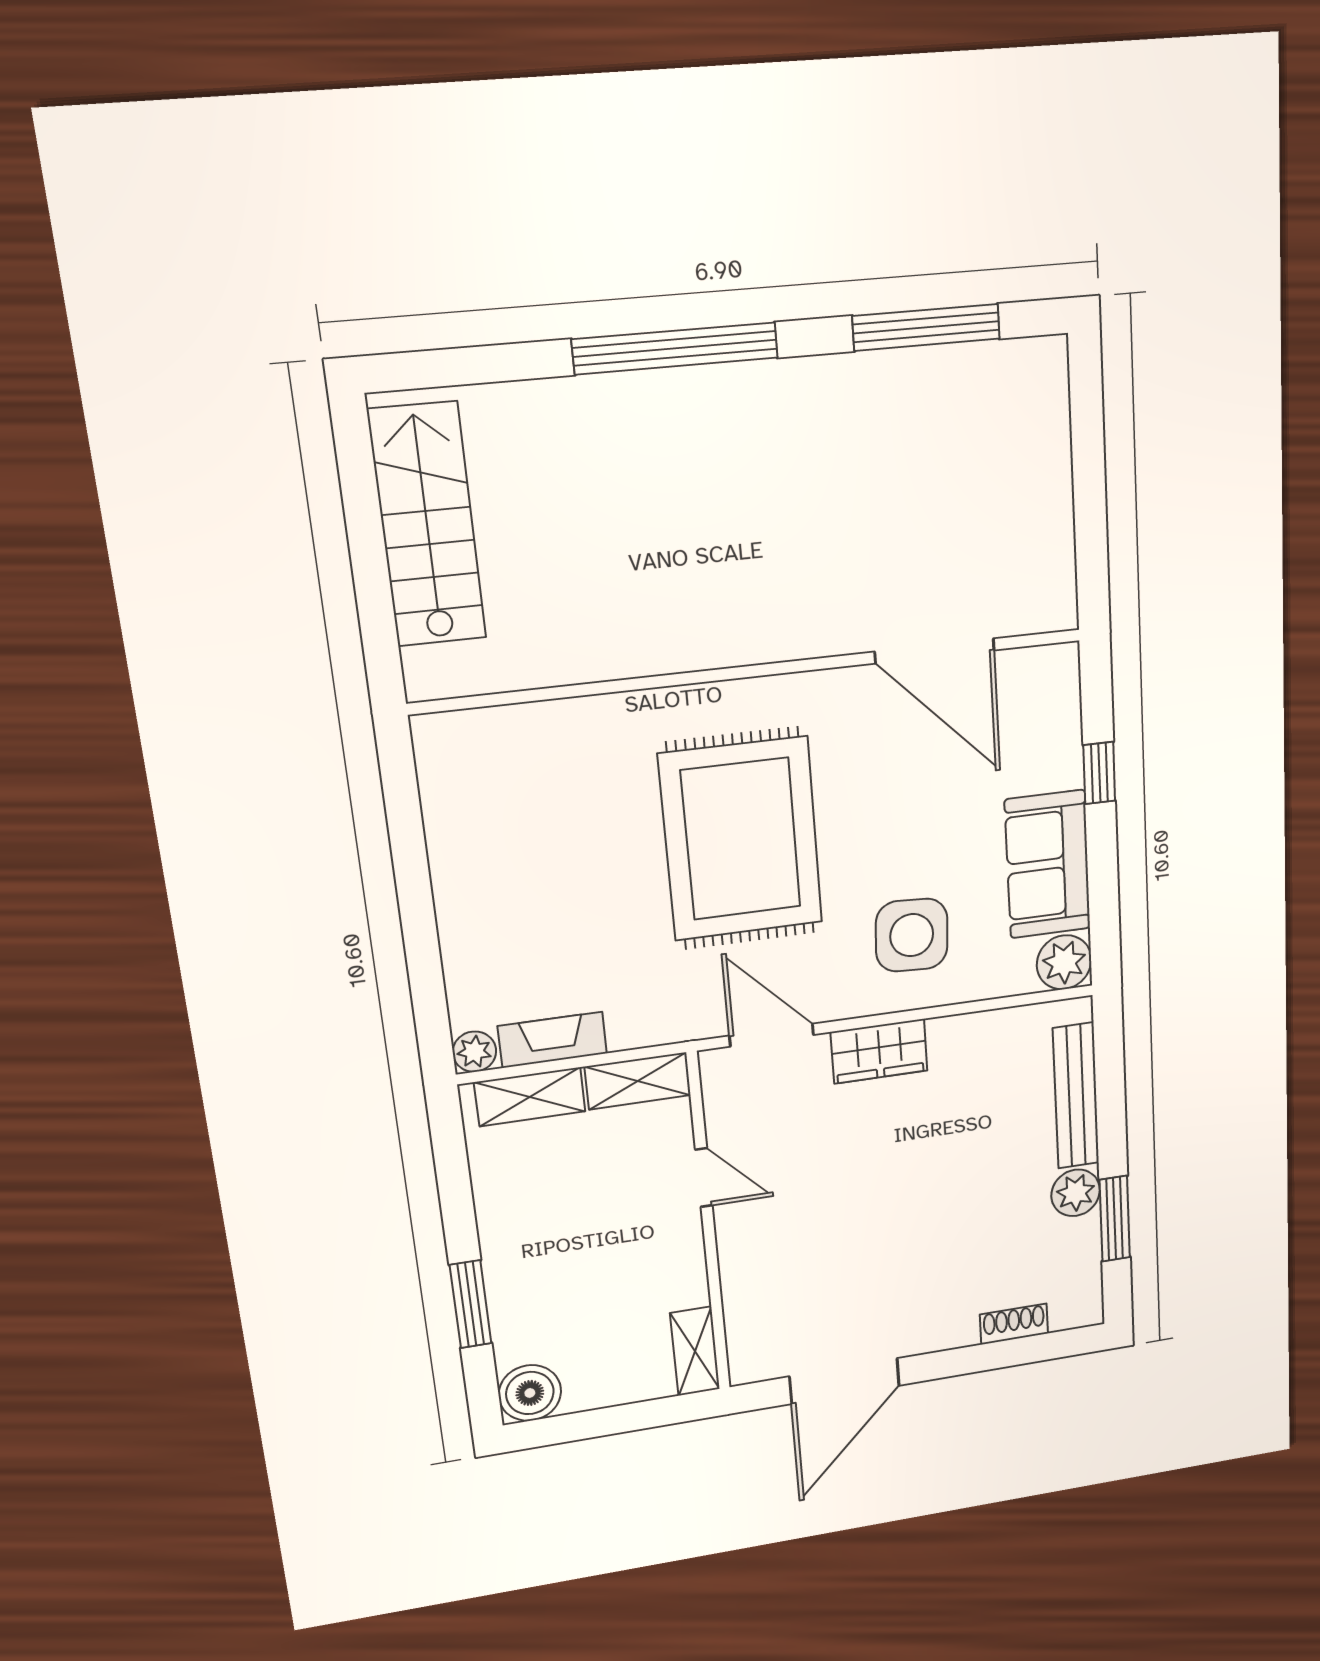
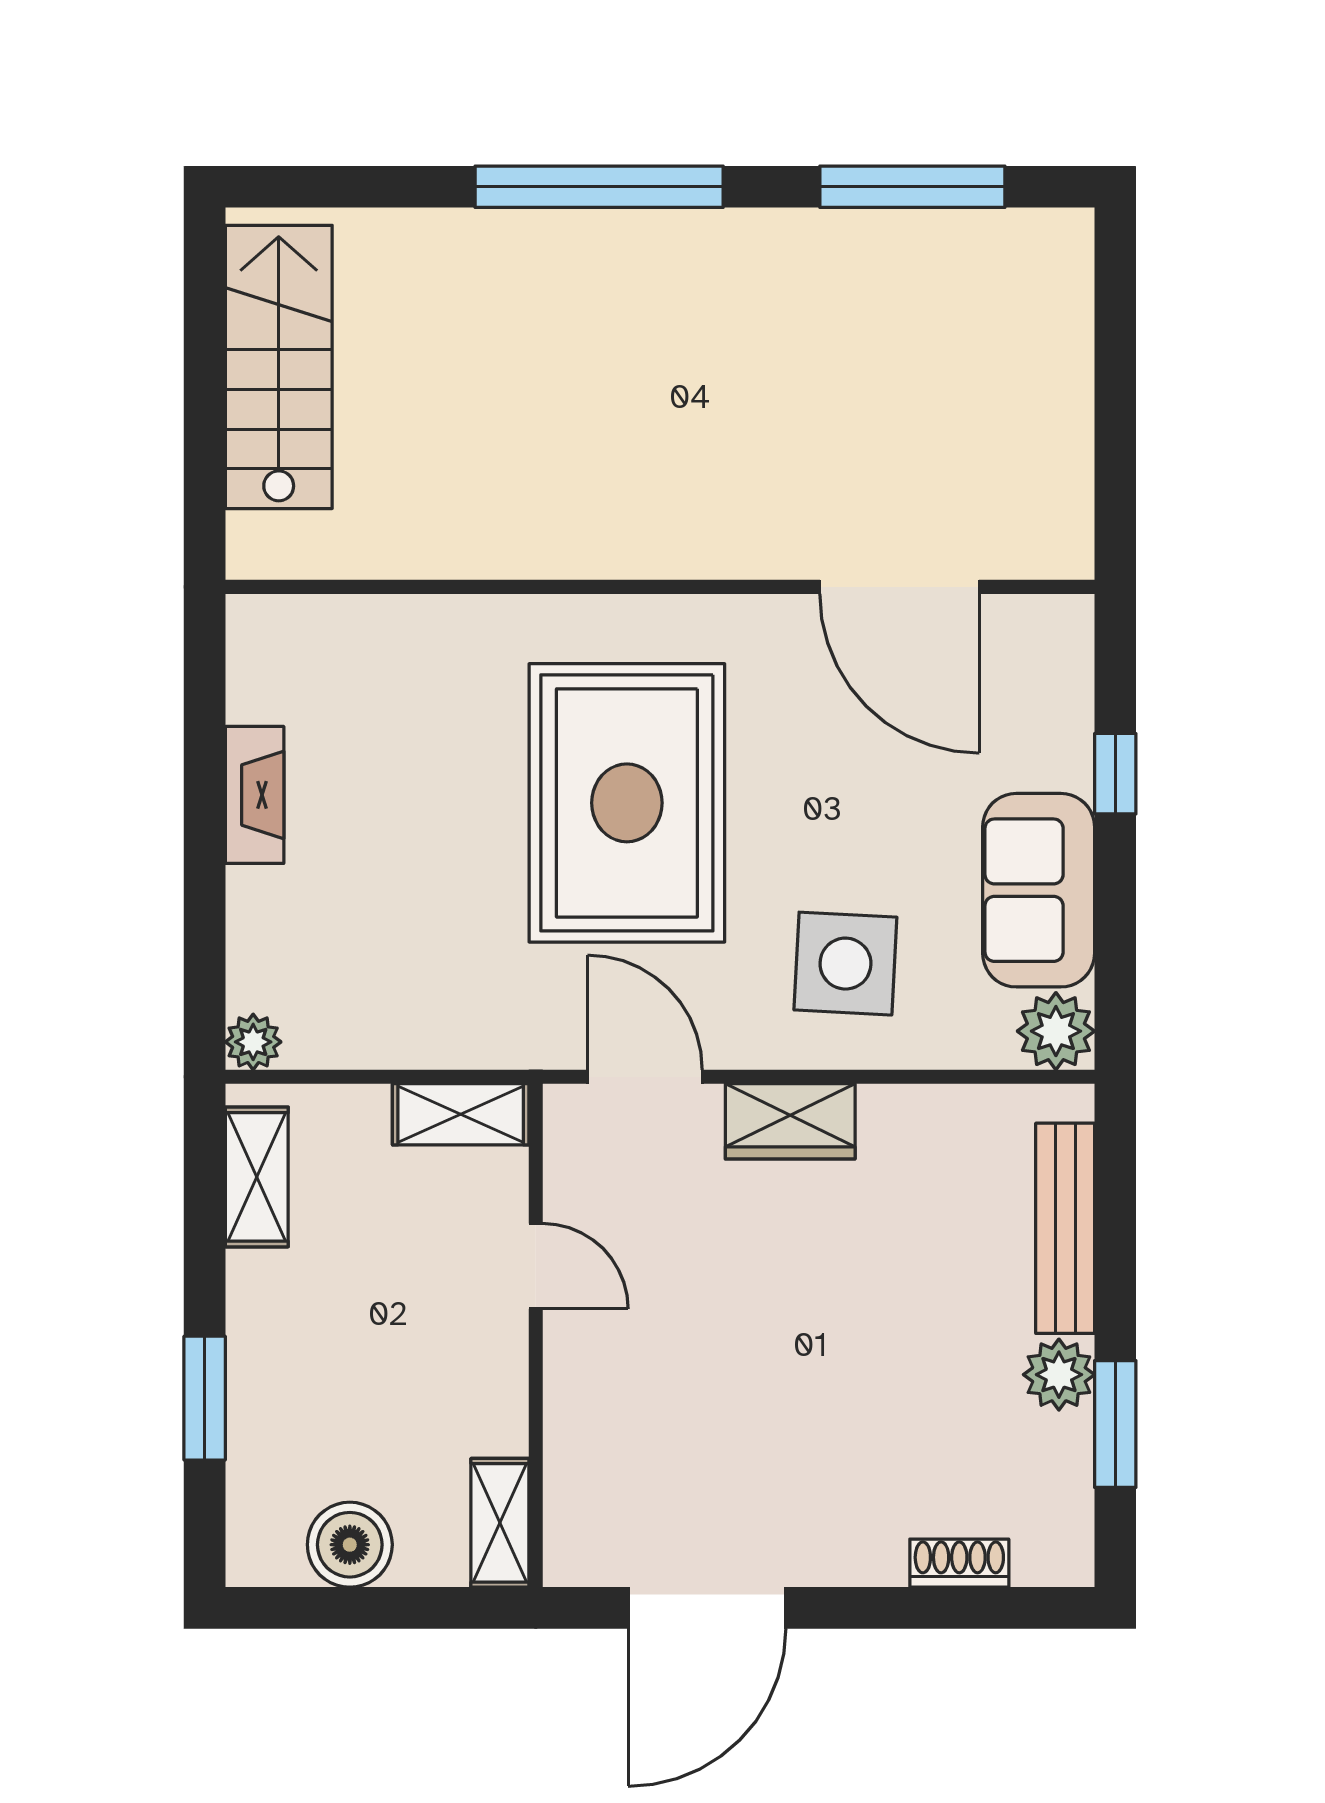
fireplace: (552, 1040) -> (255, 795), moved, turned 90
shelving: (530, 1097) -> (257, 1177), moved, turned 90
boiler: (530, 1393) -> (350, 1545), moved

